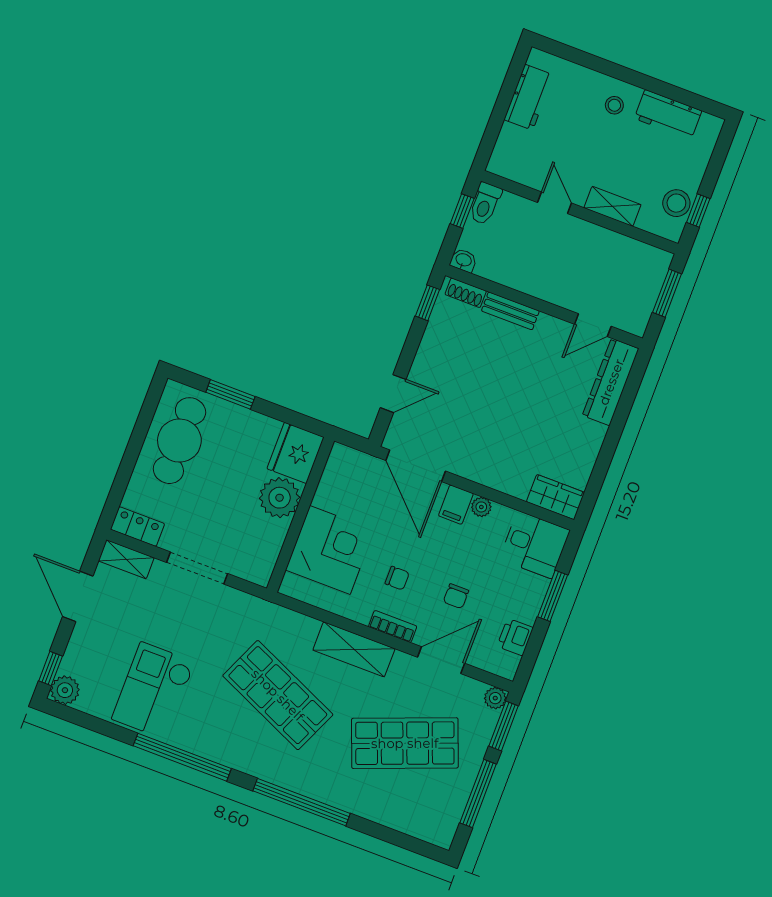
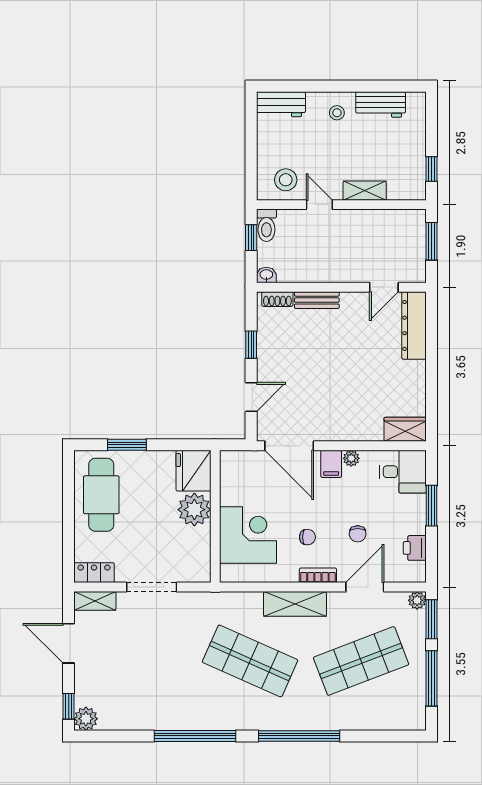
workbench: (529, 97) -> (281, 104), moved, turned 90
stool: (676, 203) -> (286, 180), moved
window: (427, 303) -> (251, 345), moved
checkout: (153, 691) -> (154, 693), removed

